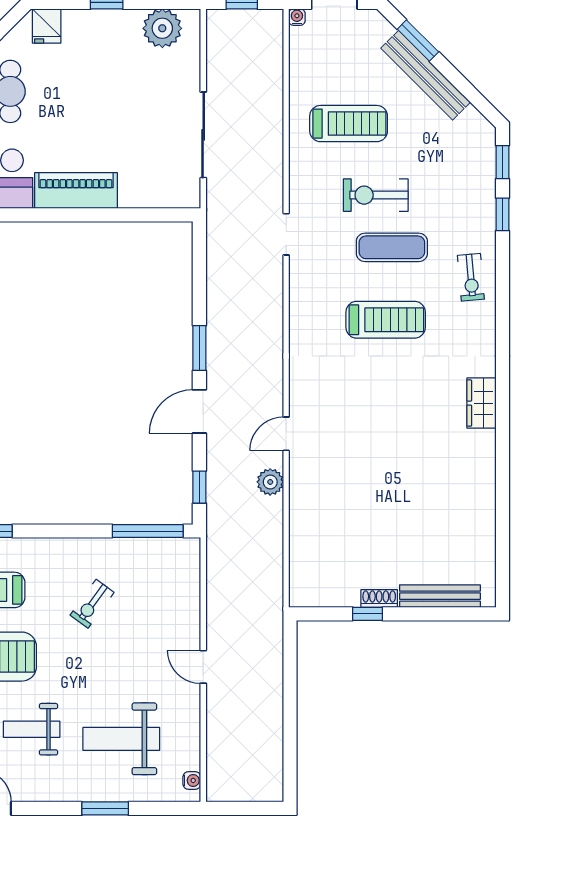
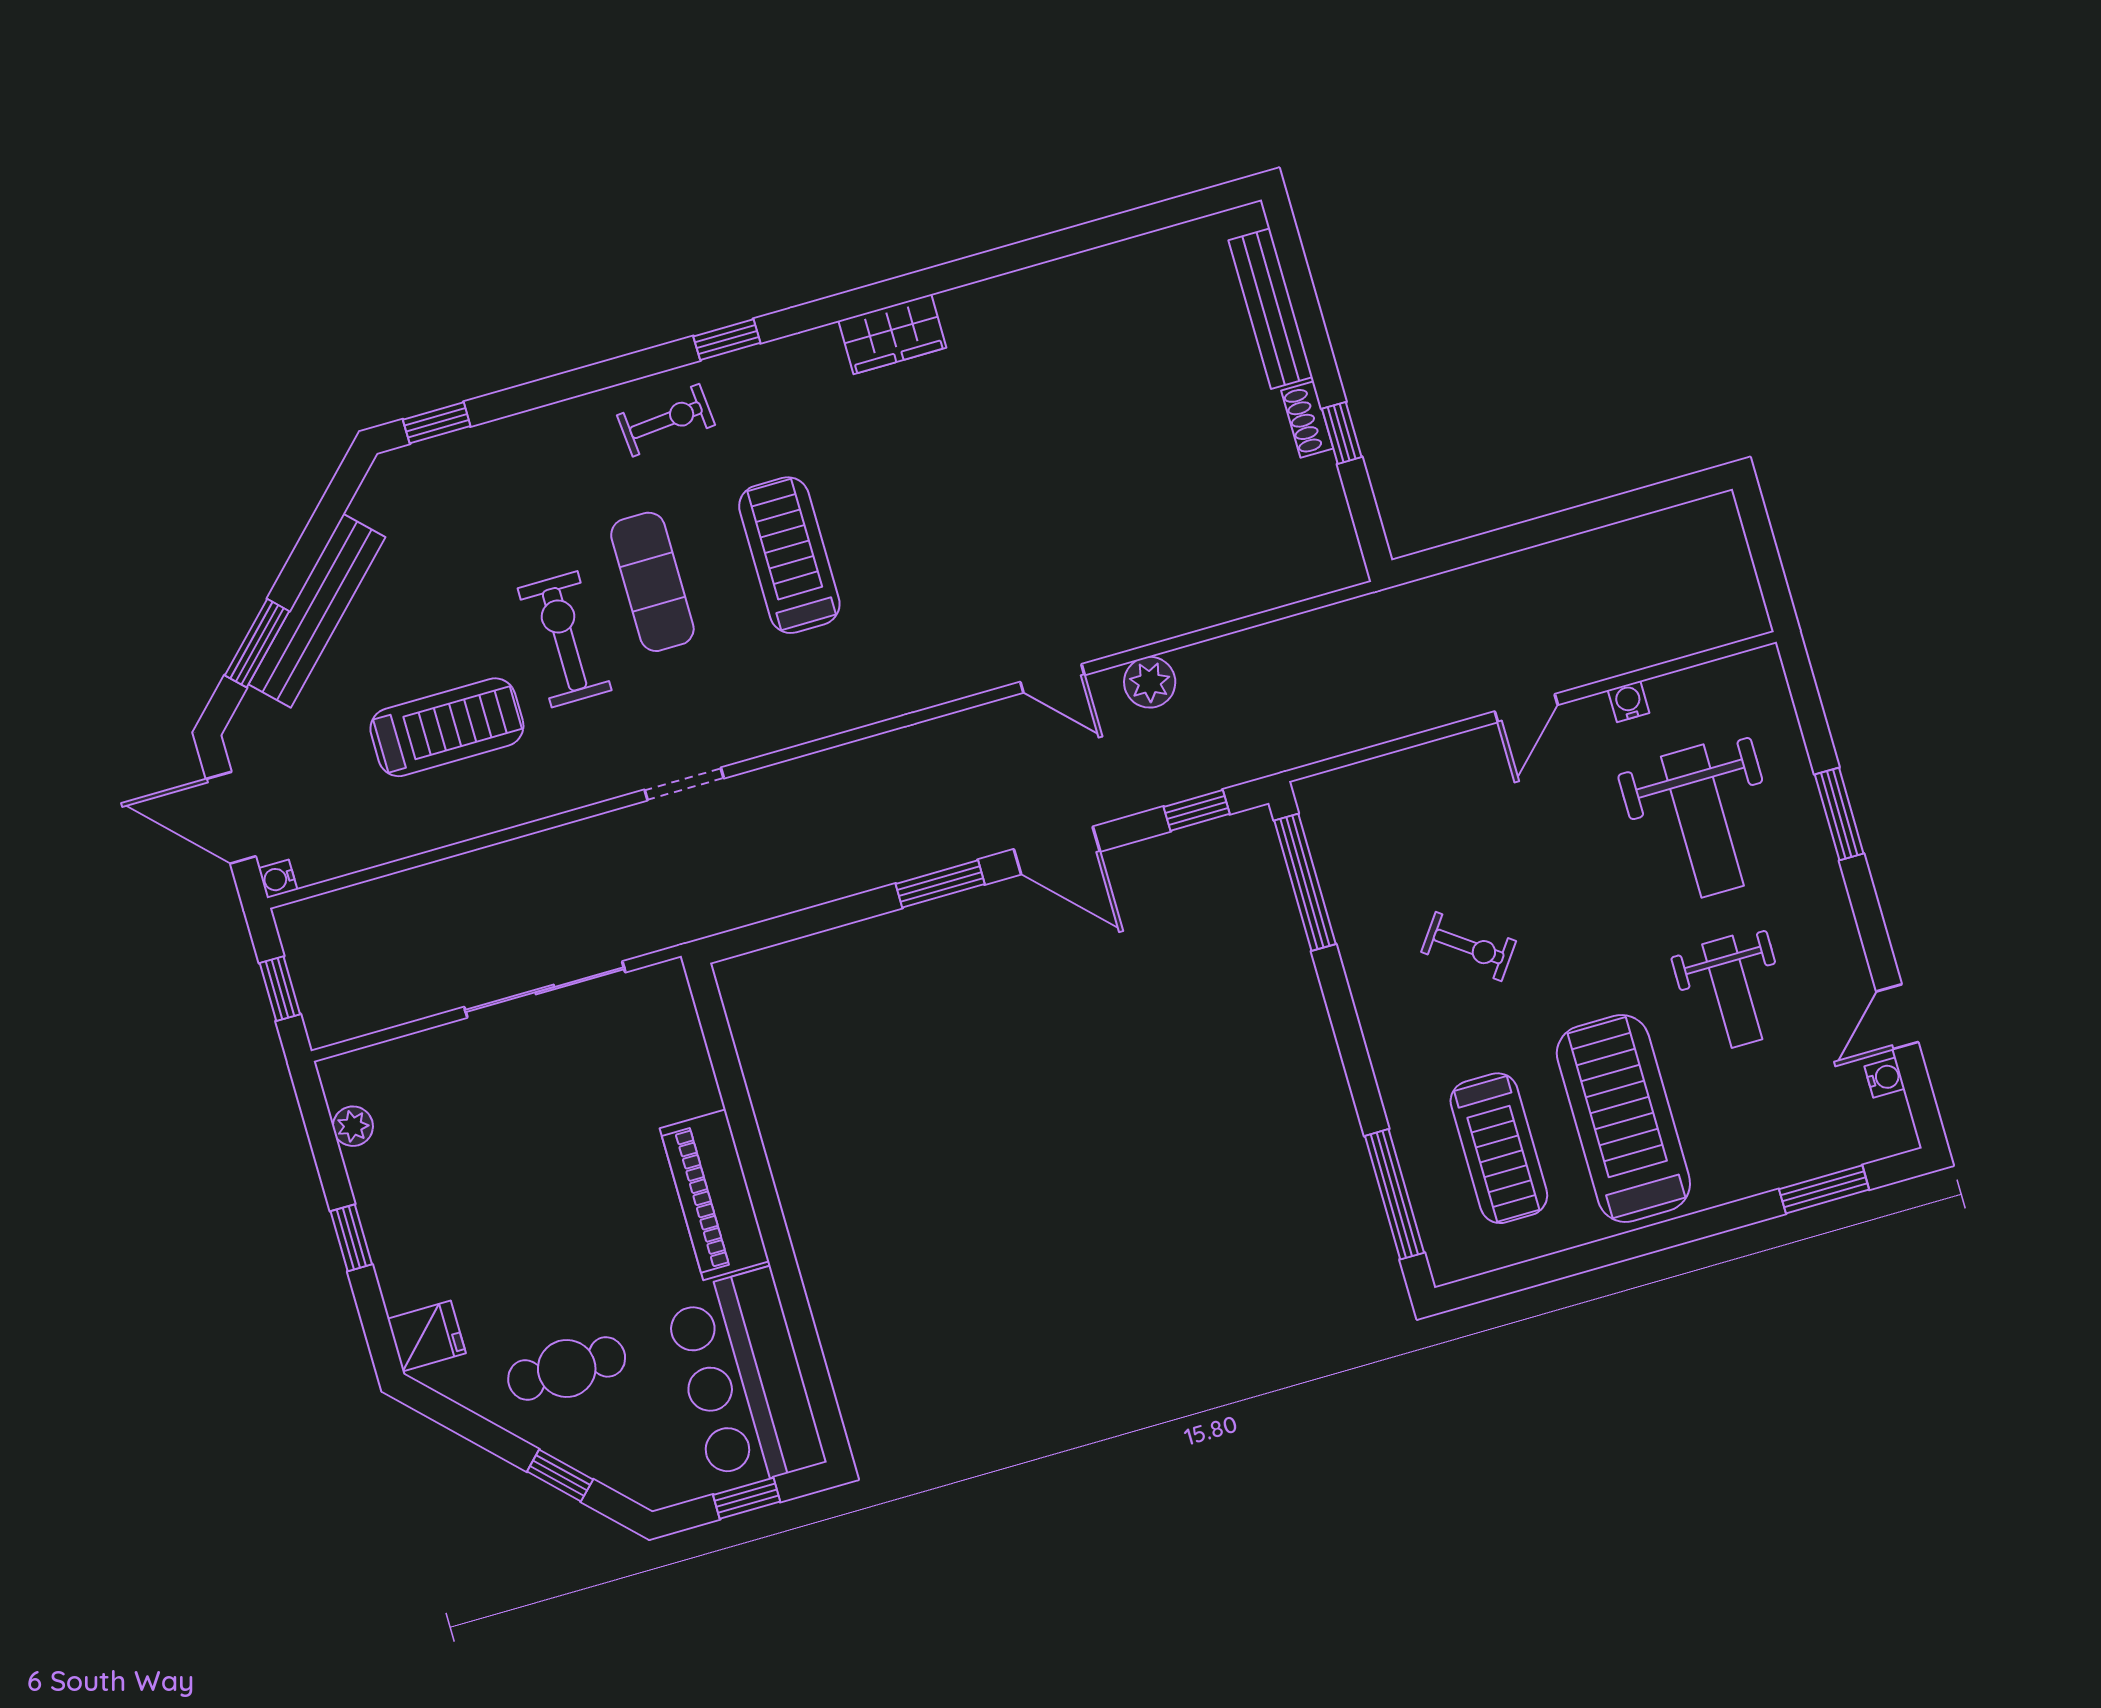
plant: (162, 28) -> (353, 1126), width x0.53, depth x0.53
treadmill: (349, 124) -> (447, 727), turned 90
exercise bike: (376, 195) -> (565, 639), turned 180
window: (502, 214) -> (727, 340), moved
water cooler: (192, 780) -> (1629, 701), moved

